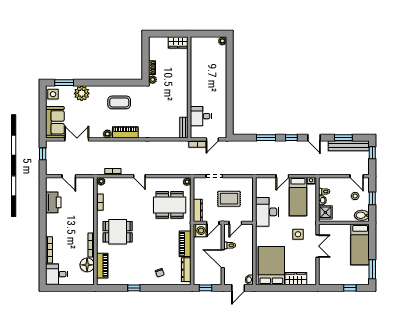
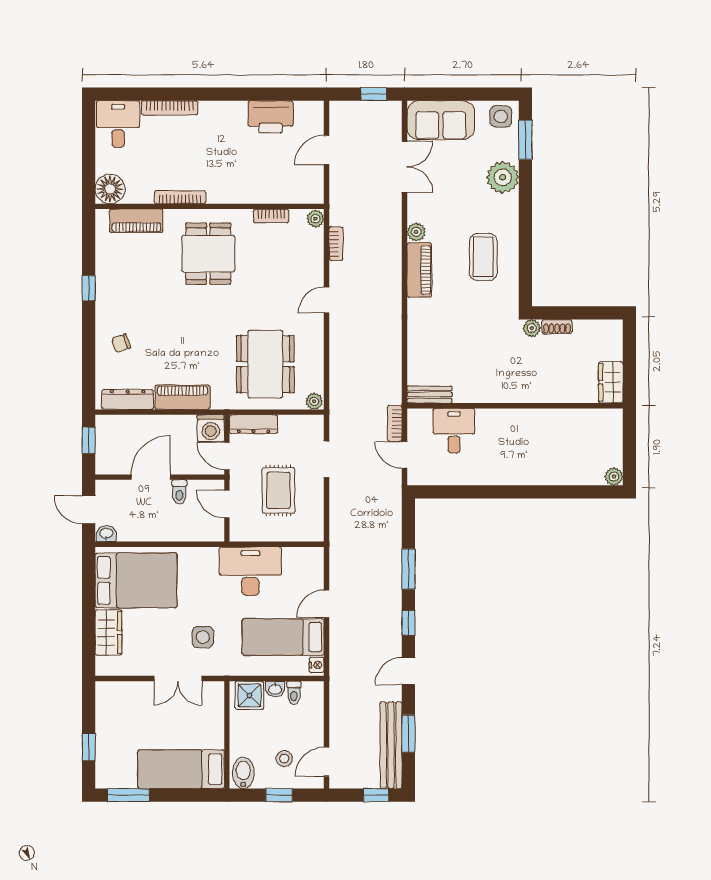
door: (282, 176) -> (327, 604), hinge flipped
floor lamp: (87, 265) -> (110, 189), moved

